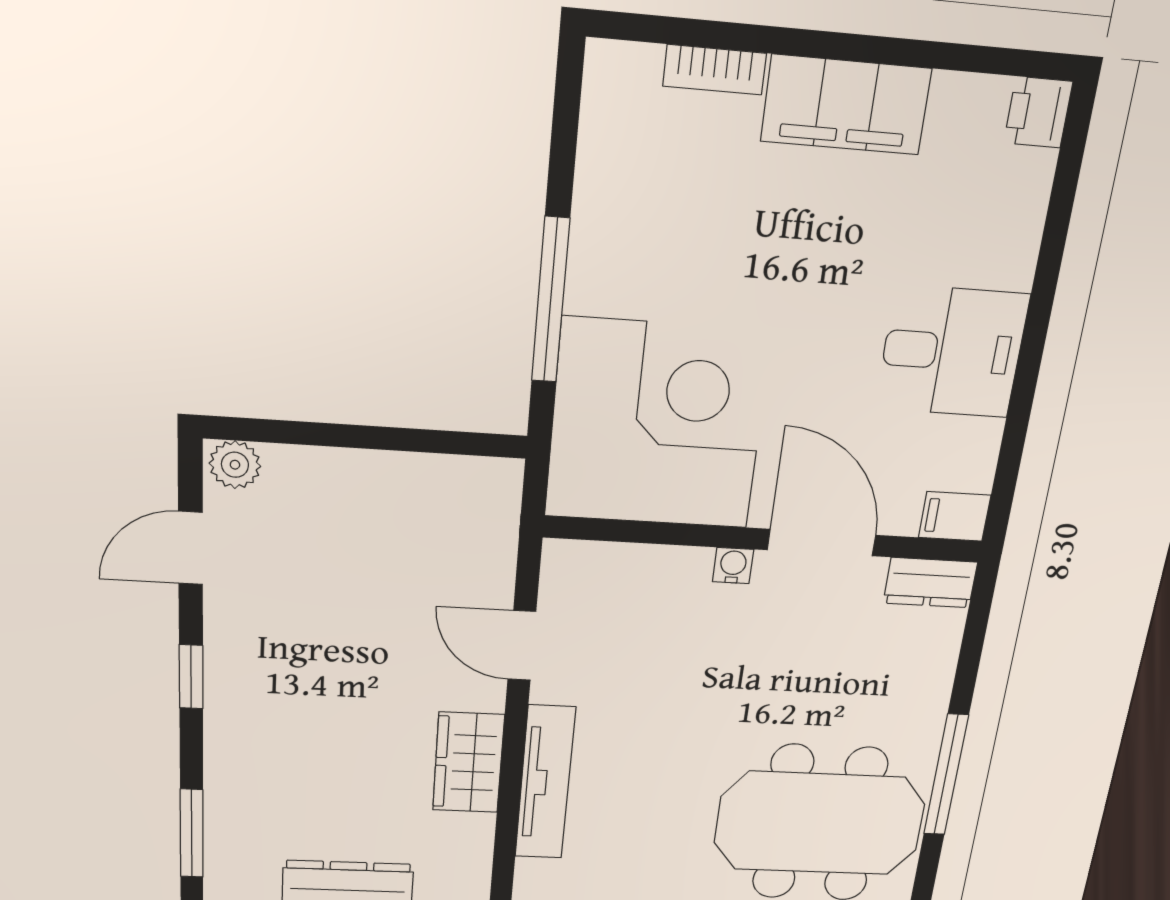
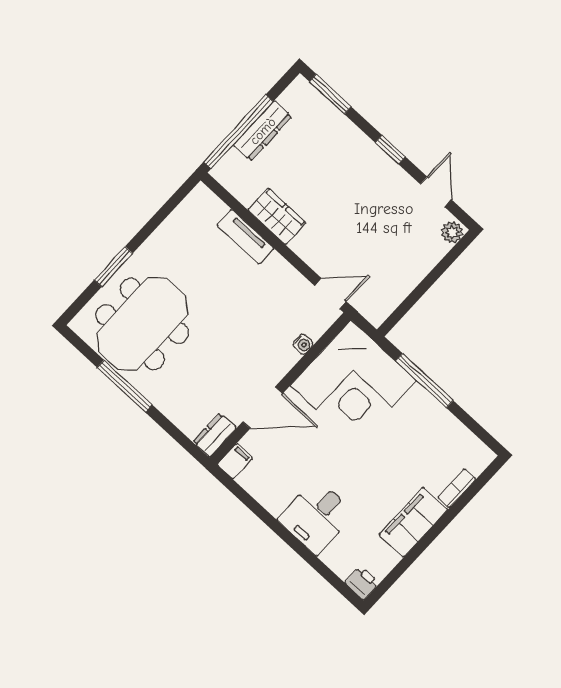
desk: (952, 352) -> (316, 517), moved
water cooler: (733, 566) -> (303, 344), moved
door: (522, 645) -> (330, 294), moved
tv unit: (545, 783) -> (245, 237), width x0.71

